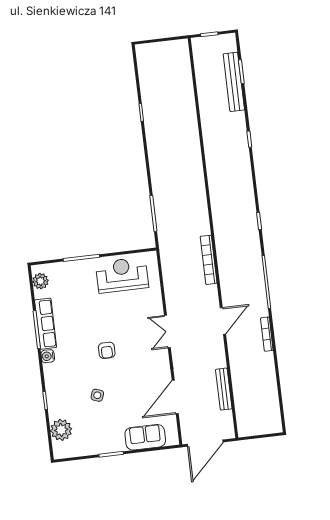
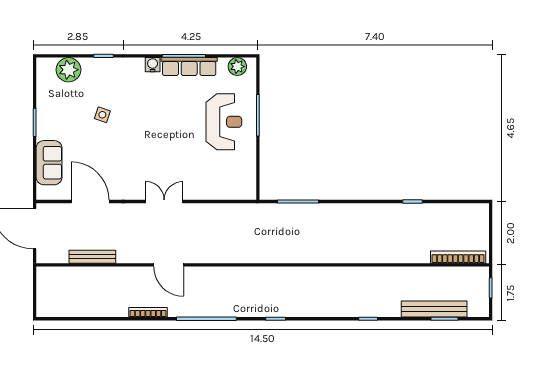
bookcase: (209, 260) -> (458, 257), moved
reception desk: (122, 275) -> (224, 122), moved
armchair: (107, 350) -> (151, 131), removed

